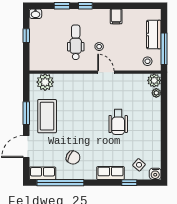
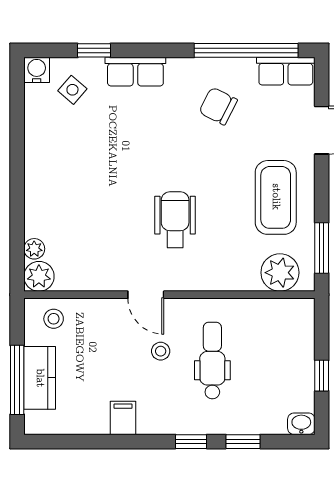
dental chair: (76, 42) -> (212, 361), turned 180
window: (164, 49) -> (17, 380), moved
window: (26, 113) -> (322, 248), moved
wheelchair: (118, 122) -> (175, 220), moved

